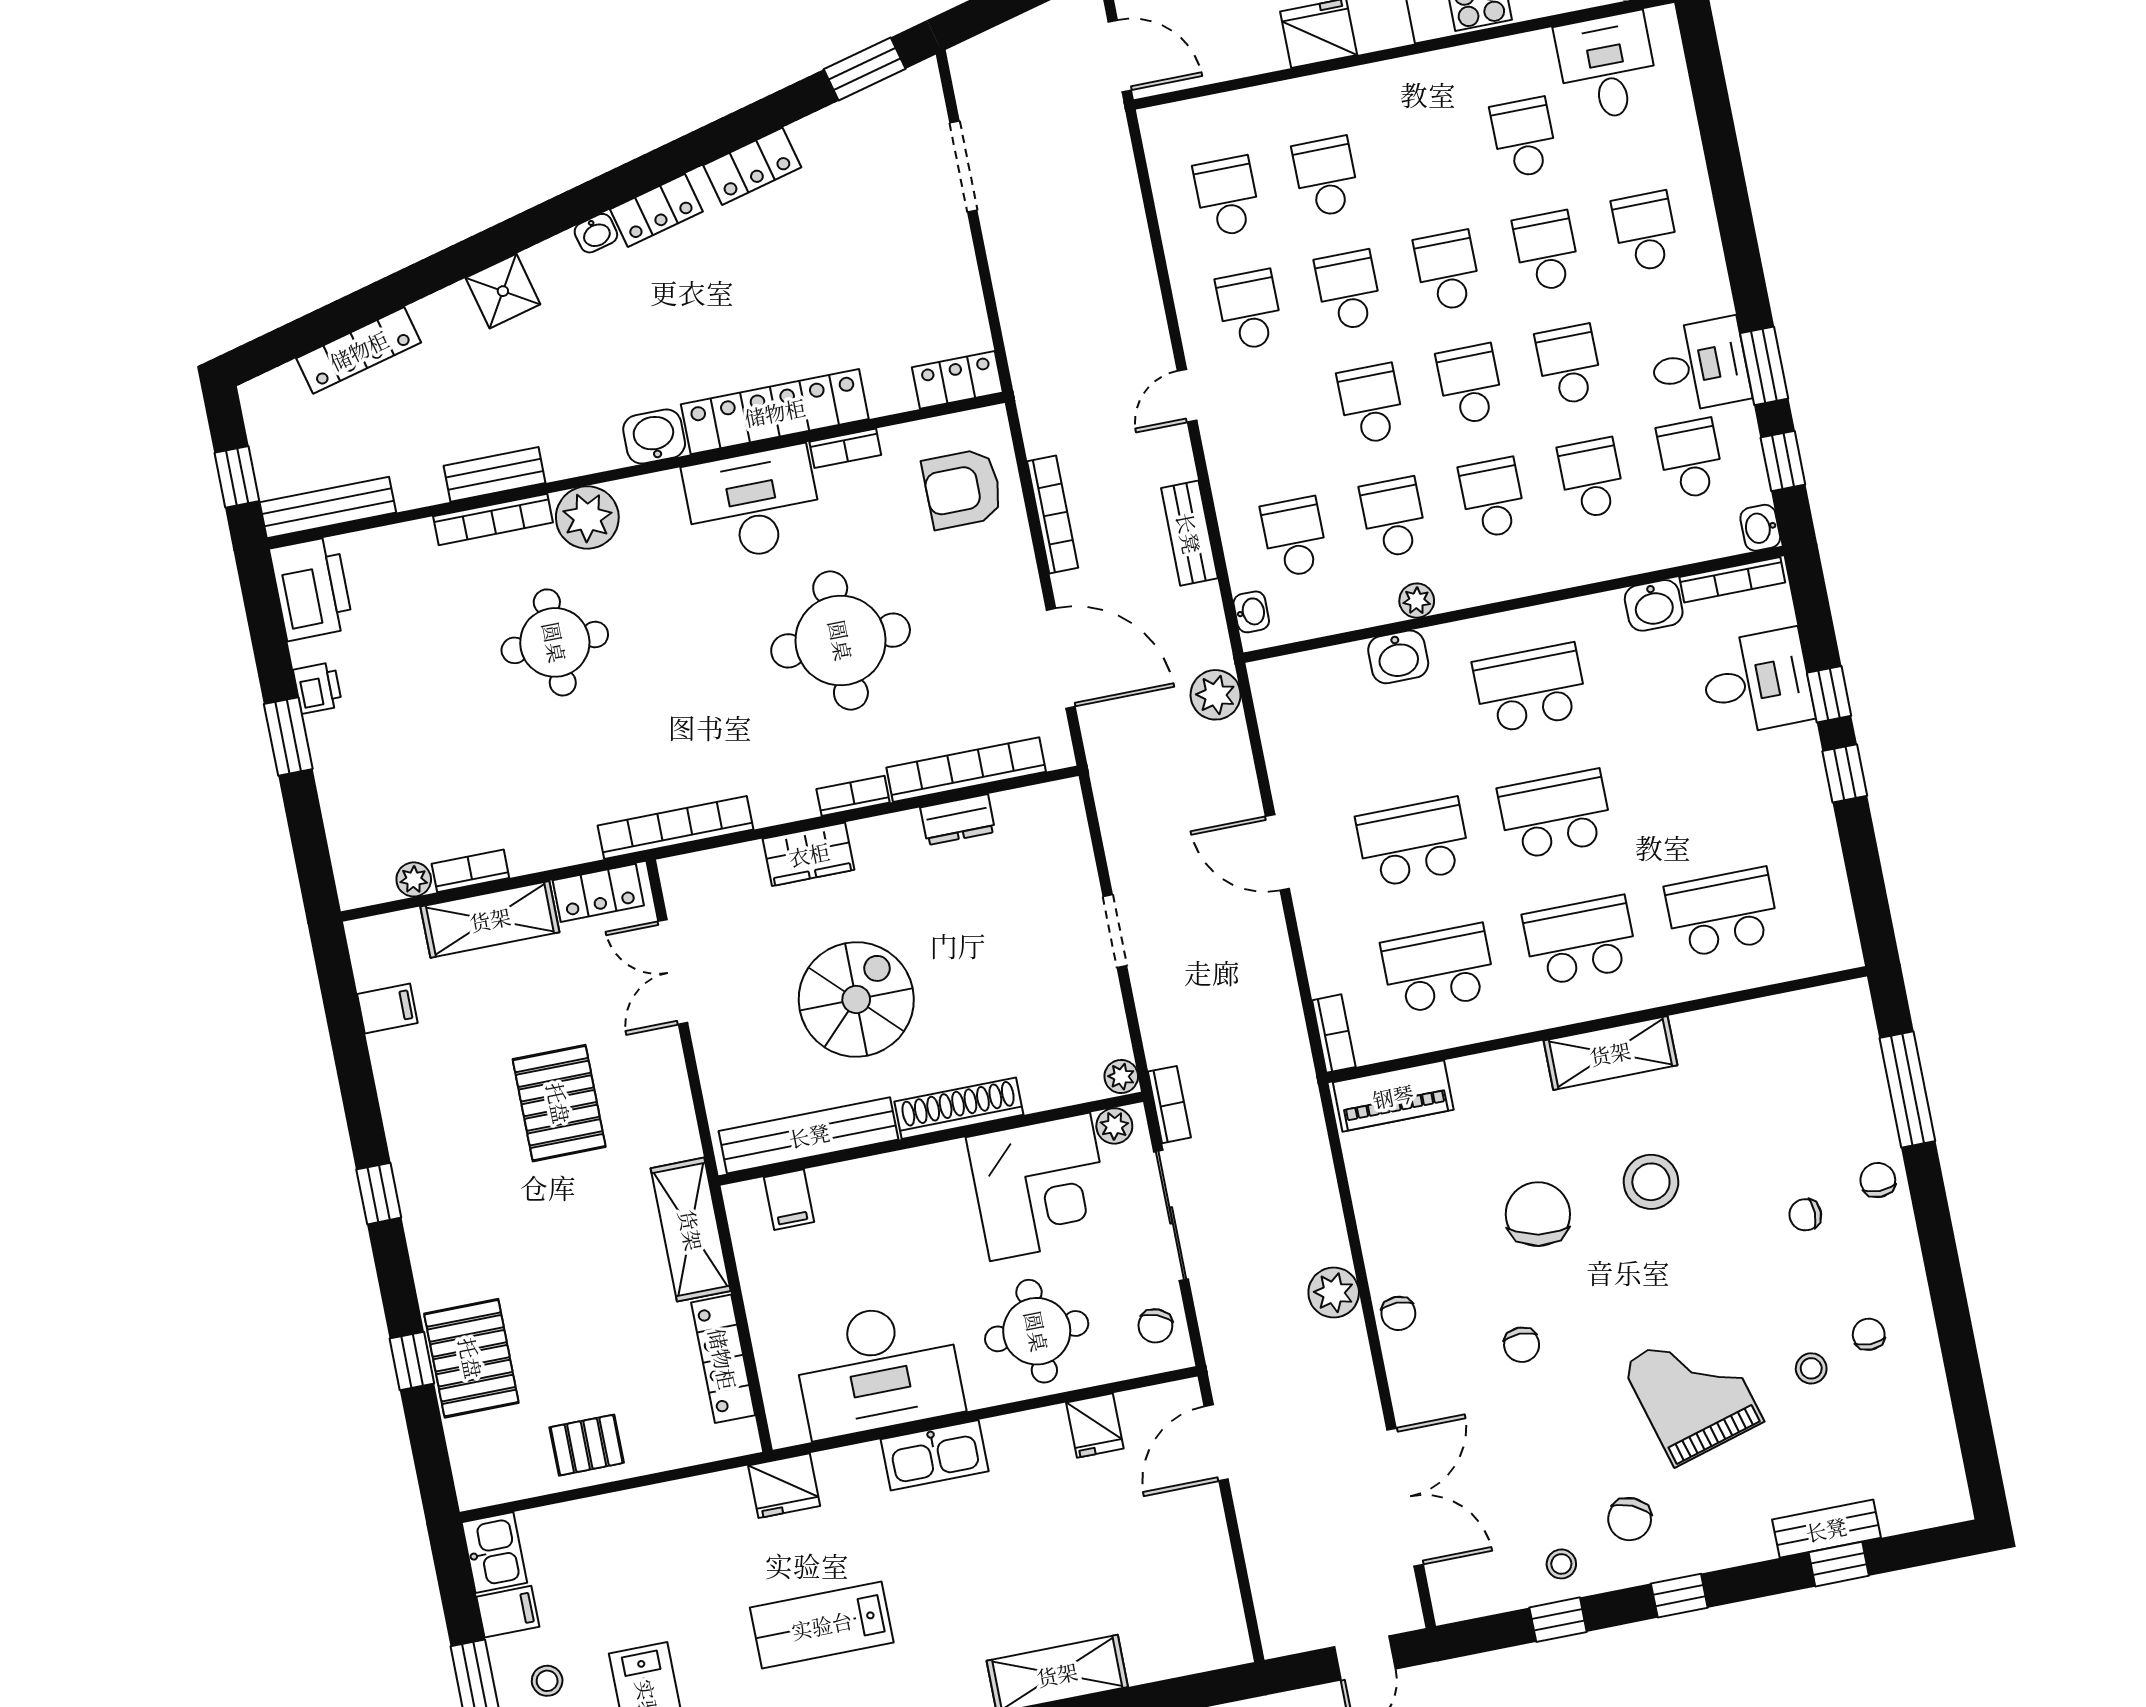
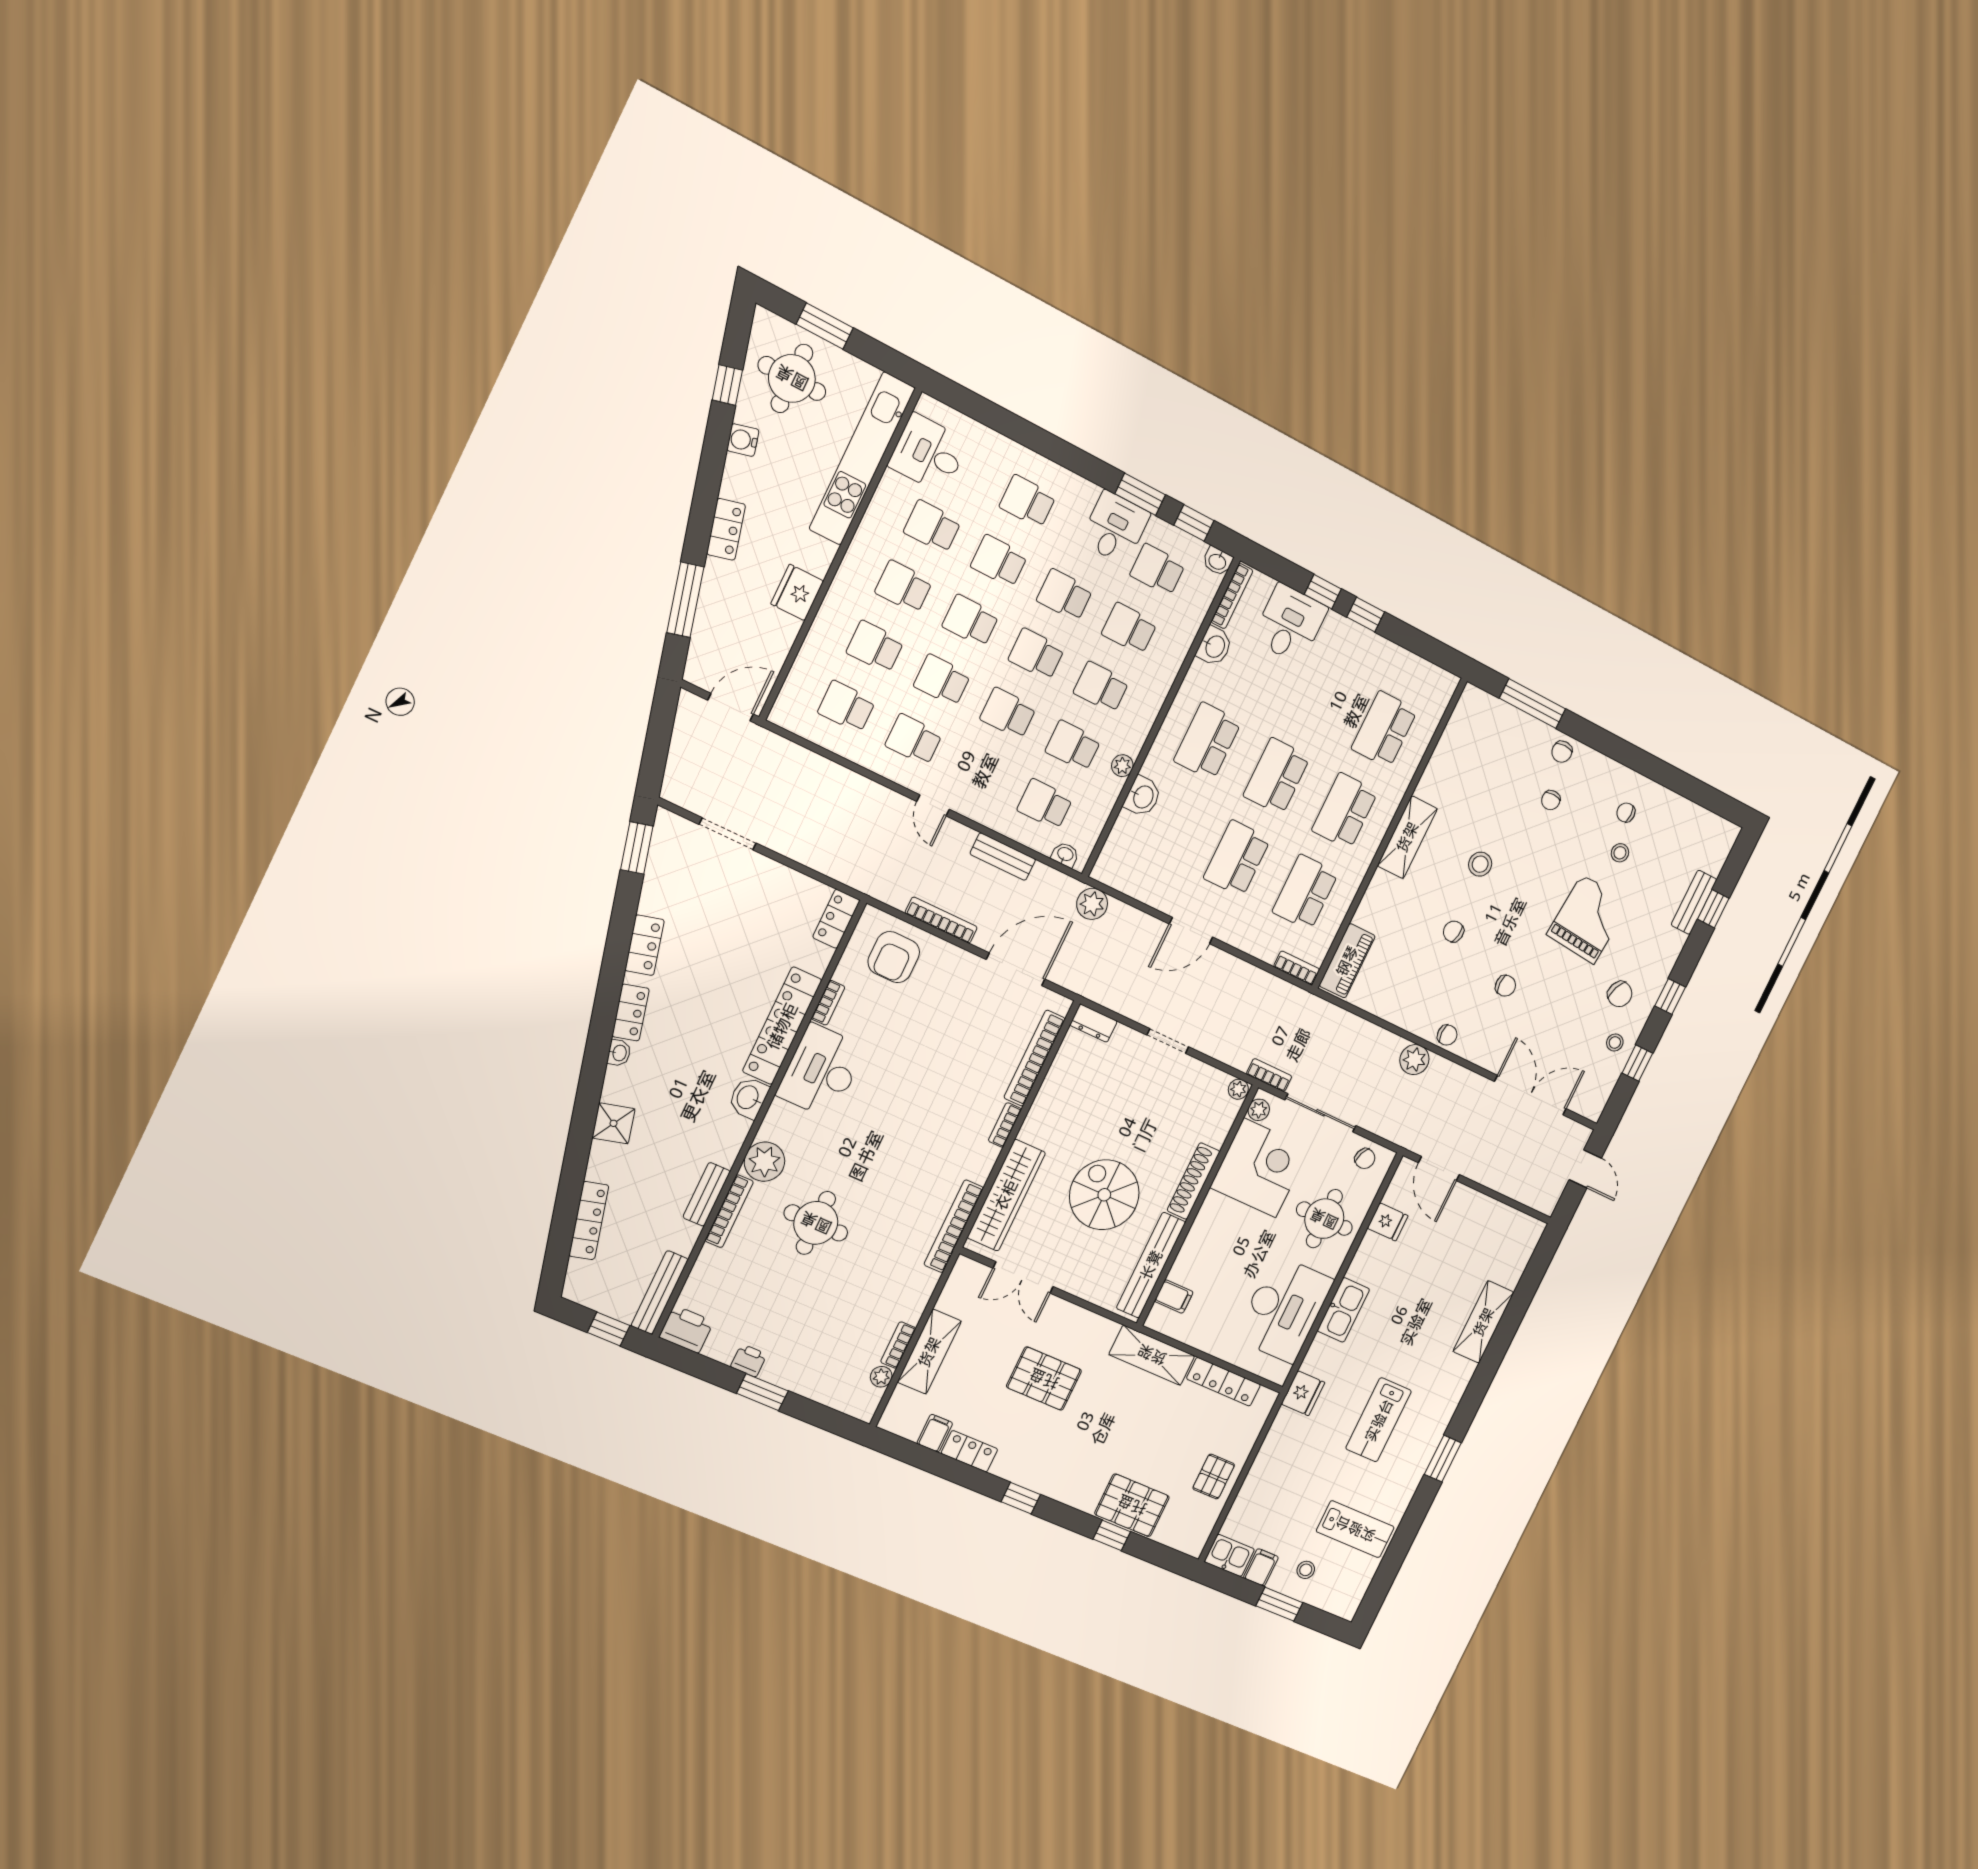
school desk: (1425, 157) -> (904, 587), added
printer: (311, 588) -> (686, 1329), width x0.73, depth x0.84
round table: (841, 640) -> (923, 1076), removed
dresser: (958, 820) -> (1093, 1023), moved, turned 90
wardrobe: (809, 854) -> (1006, 1195), width x2.10, depth x1.17
locker: (598, 893) -> (969, 1451), moved, turned -90
chair: (1878, 1180) -> (1562, 752), turned -90
stool: (1651, 1182) -> (1480, 864), width x0.73, depth x0.73
chair: (1538, 1214) -> (1453, 931), width x0.54, depth x0.54
grand piano: (1693, 1393) -> (1588, 919), turned 111

